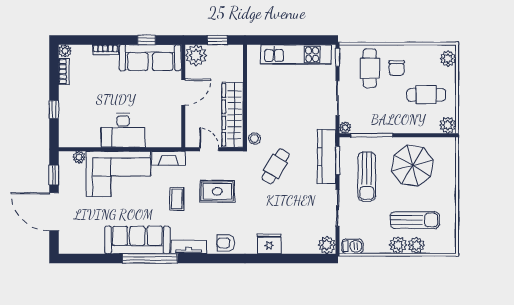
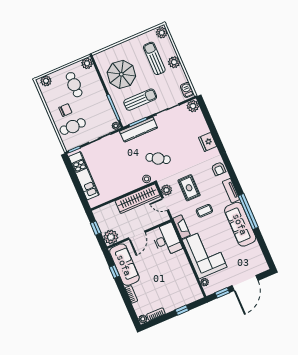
door: (183, 92) -> (137, 235), swing flipped
desk: (123, 130) -> (167, 240), moved
door: (209, 149) -> (165, 204), hinge flipped
plant: (228, 159) -> (166, 190), added
plant: (416, 245) -> (162, 33), moved

